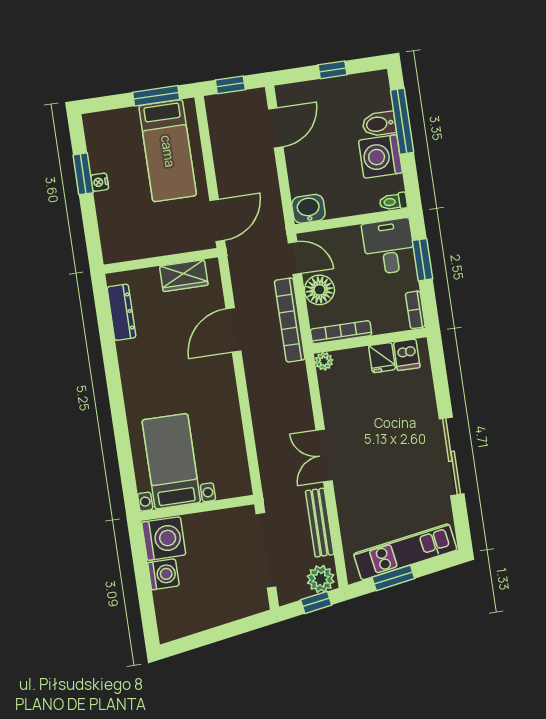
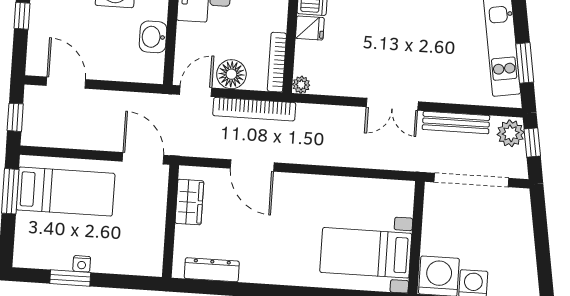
washbasin: (308, 209) -> (153, 37), moved

